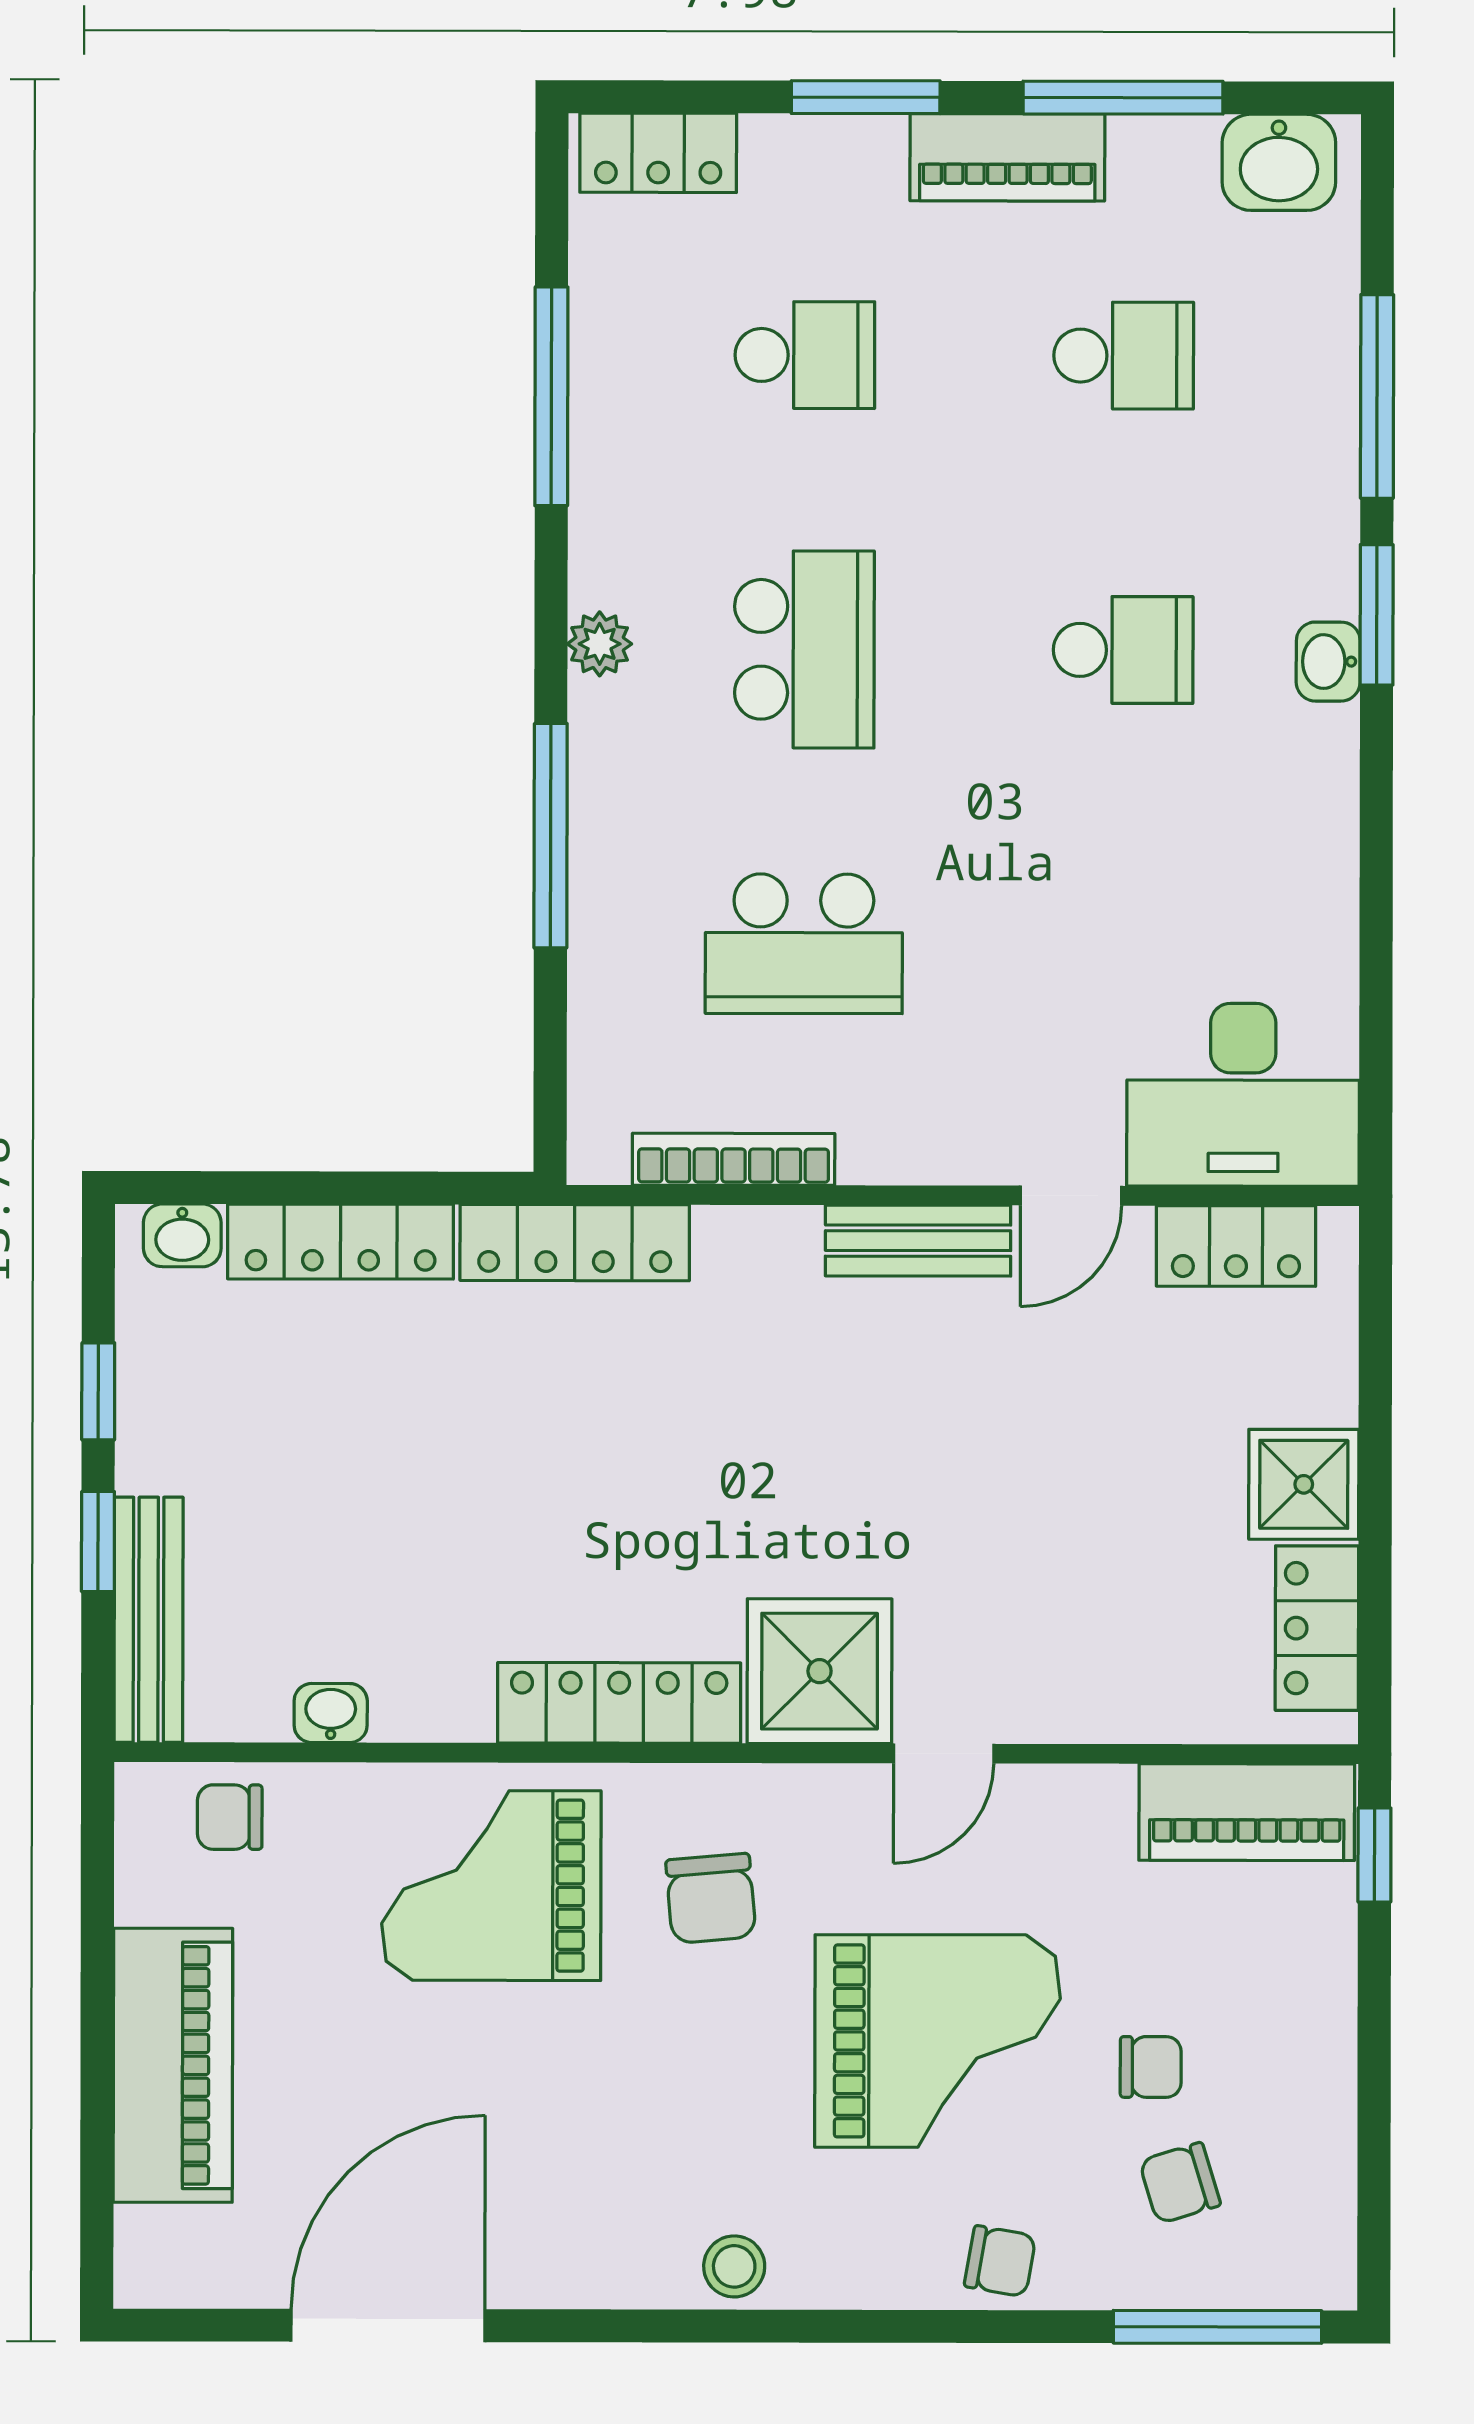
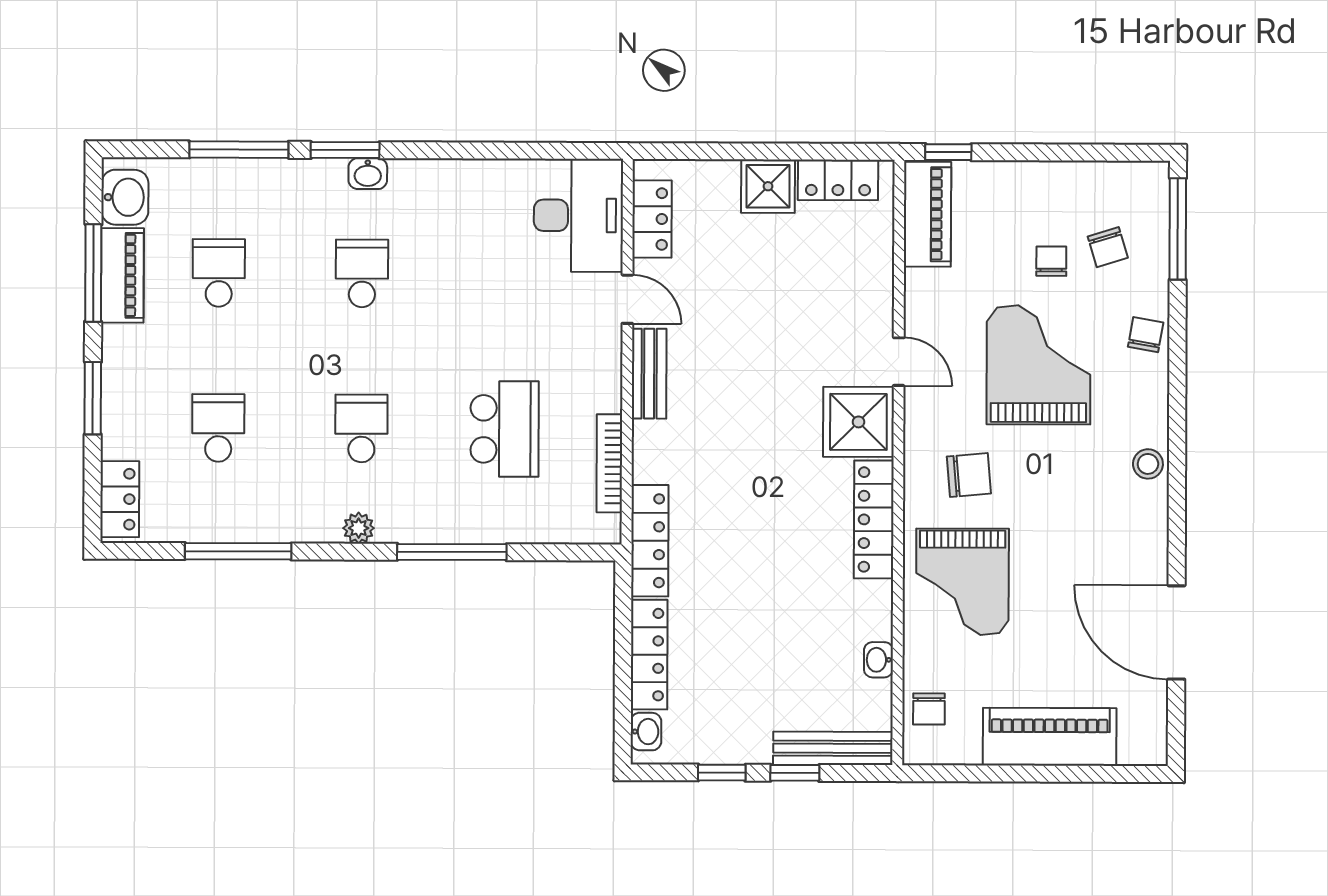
piano: (1007, 157) -> (122, 275), moved
school desk: (804, 649) -> (361, 428), width x0.54

